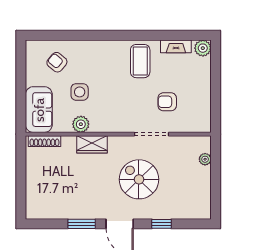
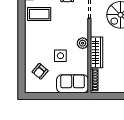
plant: (81, 124) -> (83, 43), moved
wardrobe: (92, 144) -> (96, 52), width x1.50

